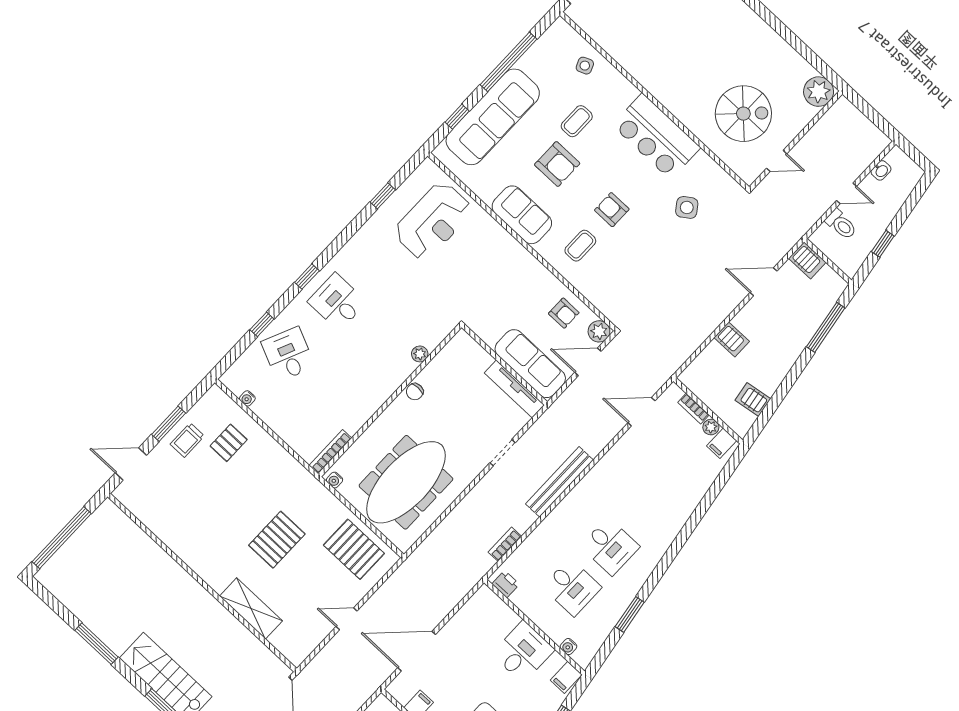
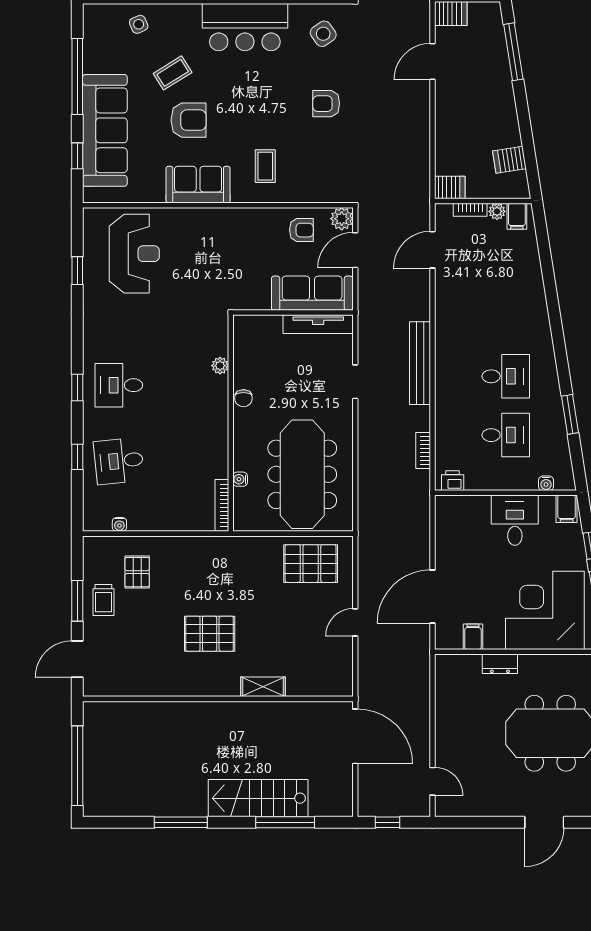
coffee table: (577, 121) -> (173, 73), turned 58
side table: (687, 207) -> (323, 34), moved
armchair: (612, 210) -> (326, 104), moved
server rack: (732, 339) -> (450, 187), moved
desk: (288, 354) -> (119, 461), turned -30
water cooler: (335, 480) -> (240, 479), moved, turned 90
pallet: (277, 540) -> (210, 634), moved, turned 90
shelving: (251, 608) -> (263, 687), width x0.67, depth x0.75

